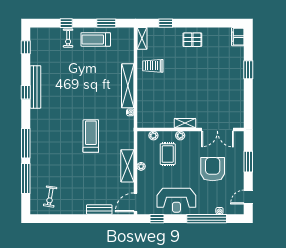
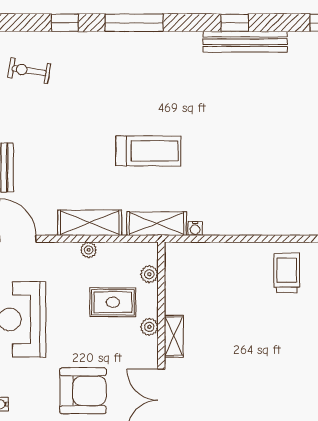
shelving: (128, 86) -> (157, 224), moved, width x0.68
window: (26, 178) -> (65, 23), width x0.46

